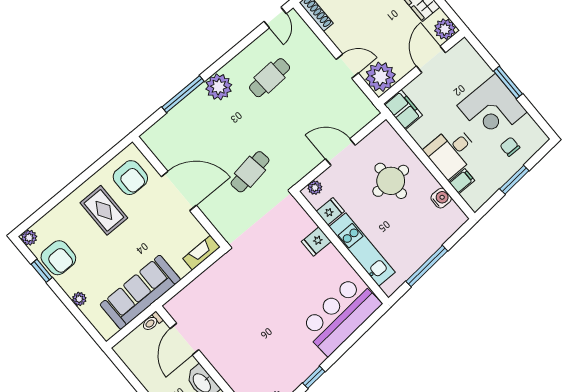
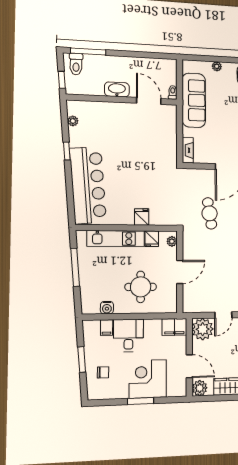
corner desk: (492, 109) -> (148, 379), moved
bar counter: (341, 316) -> (88, 185), width x1.36

